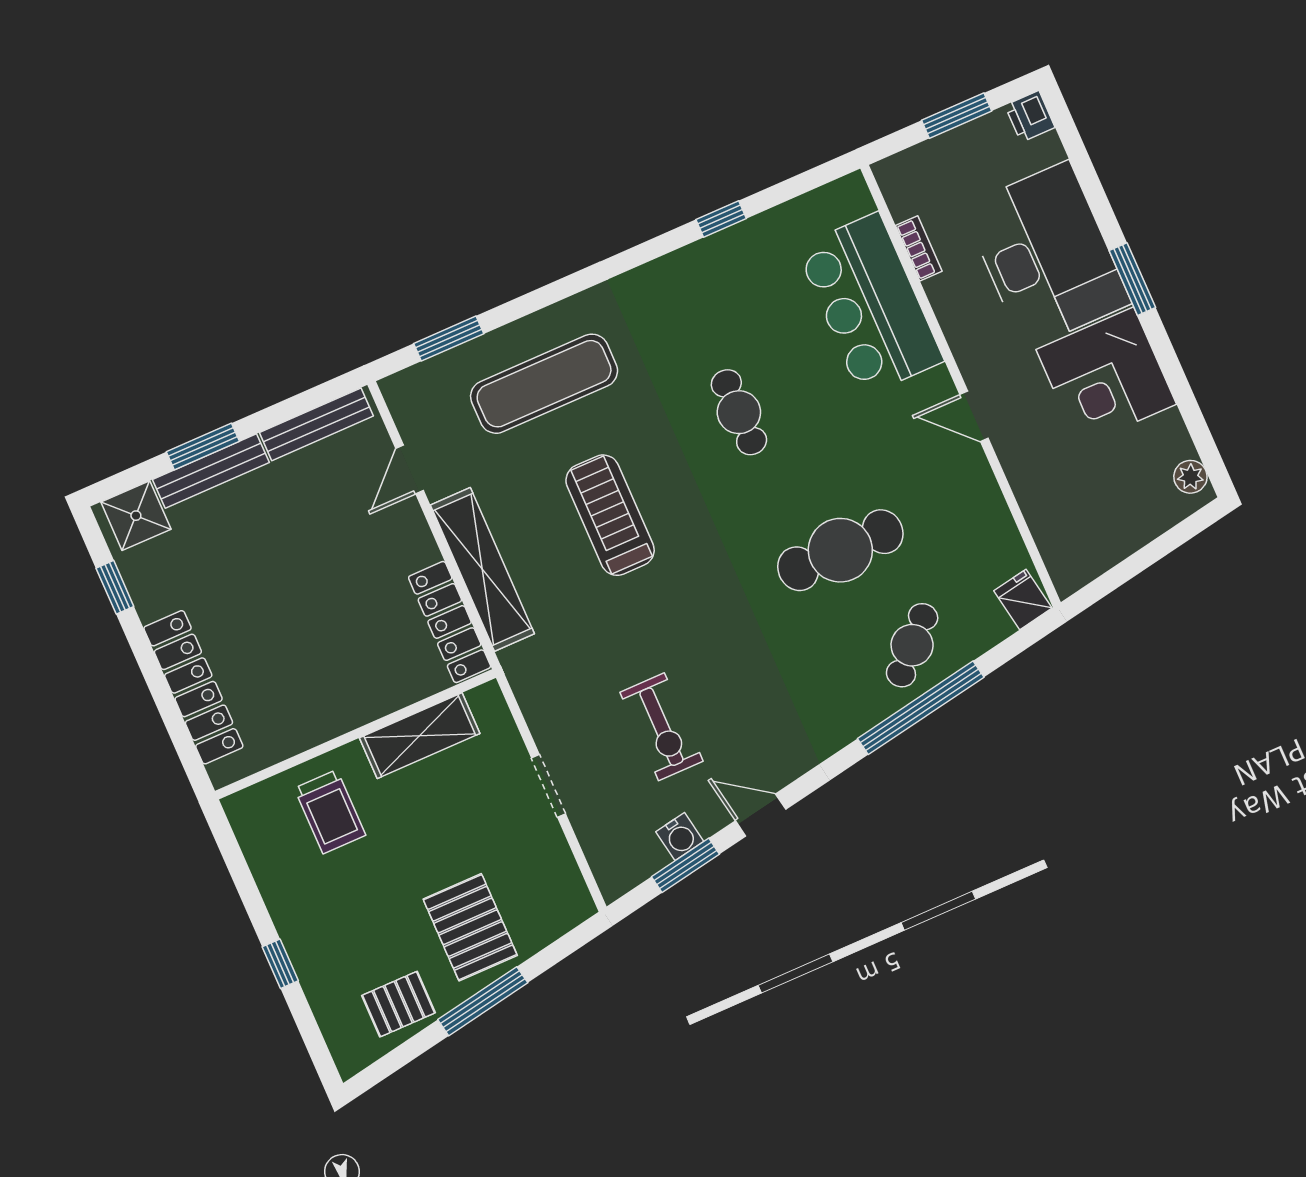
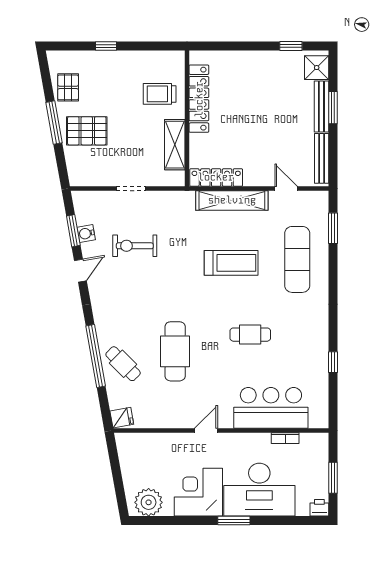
plant: (1190, 477) -> (149, 502), width x1.88, depth x1.88
locker: (193, 687) -> (199, 99), moved, turned -90

